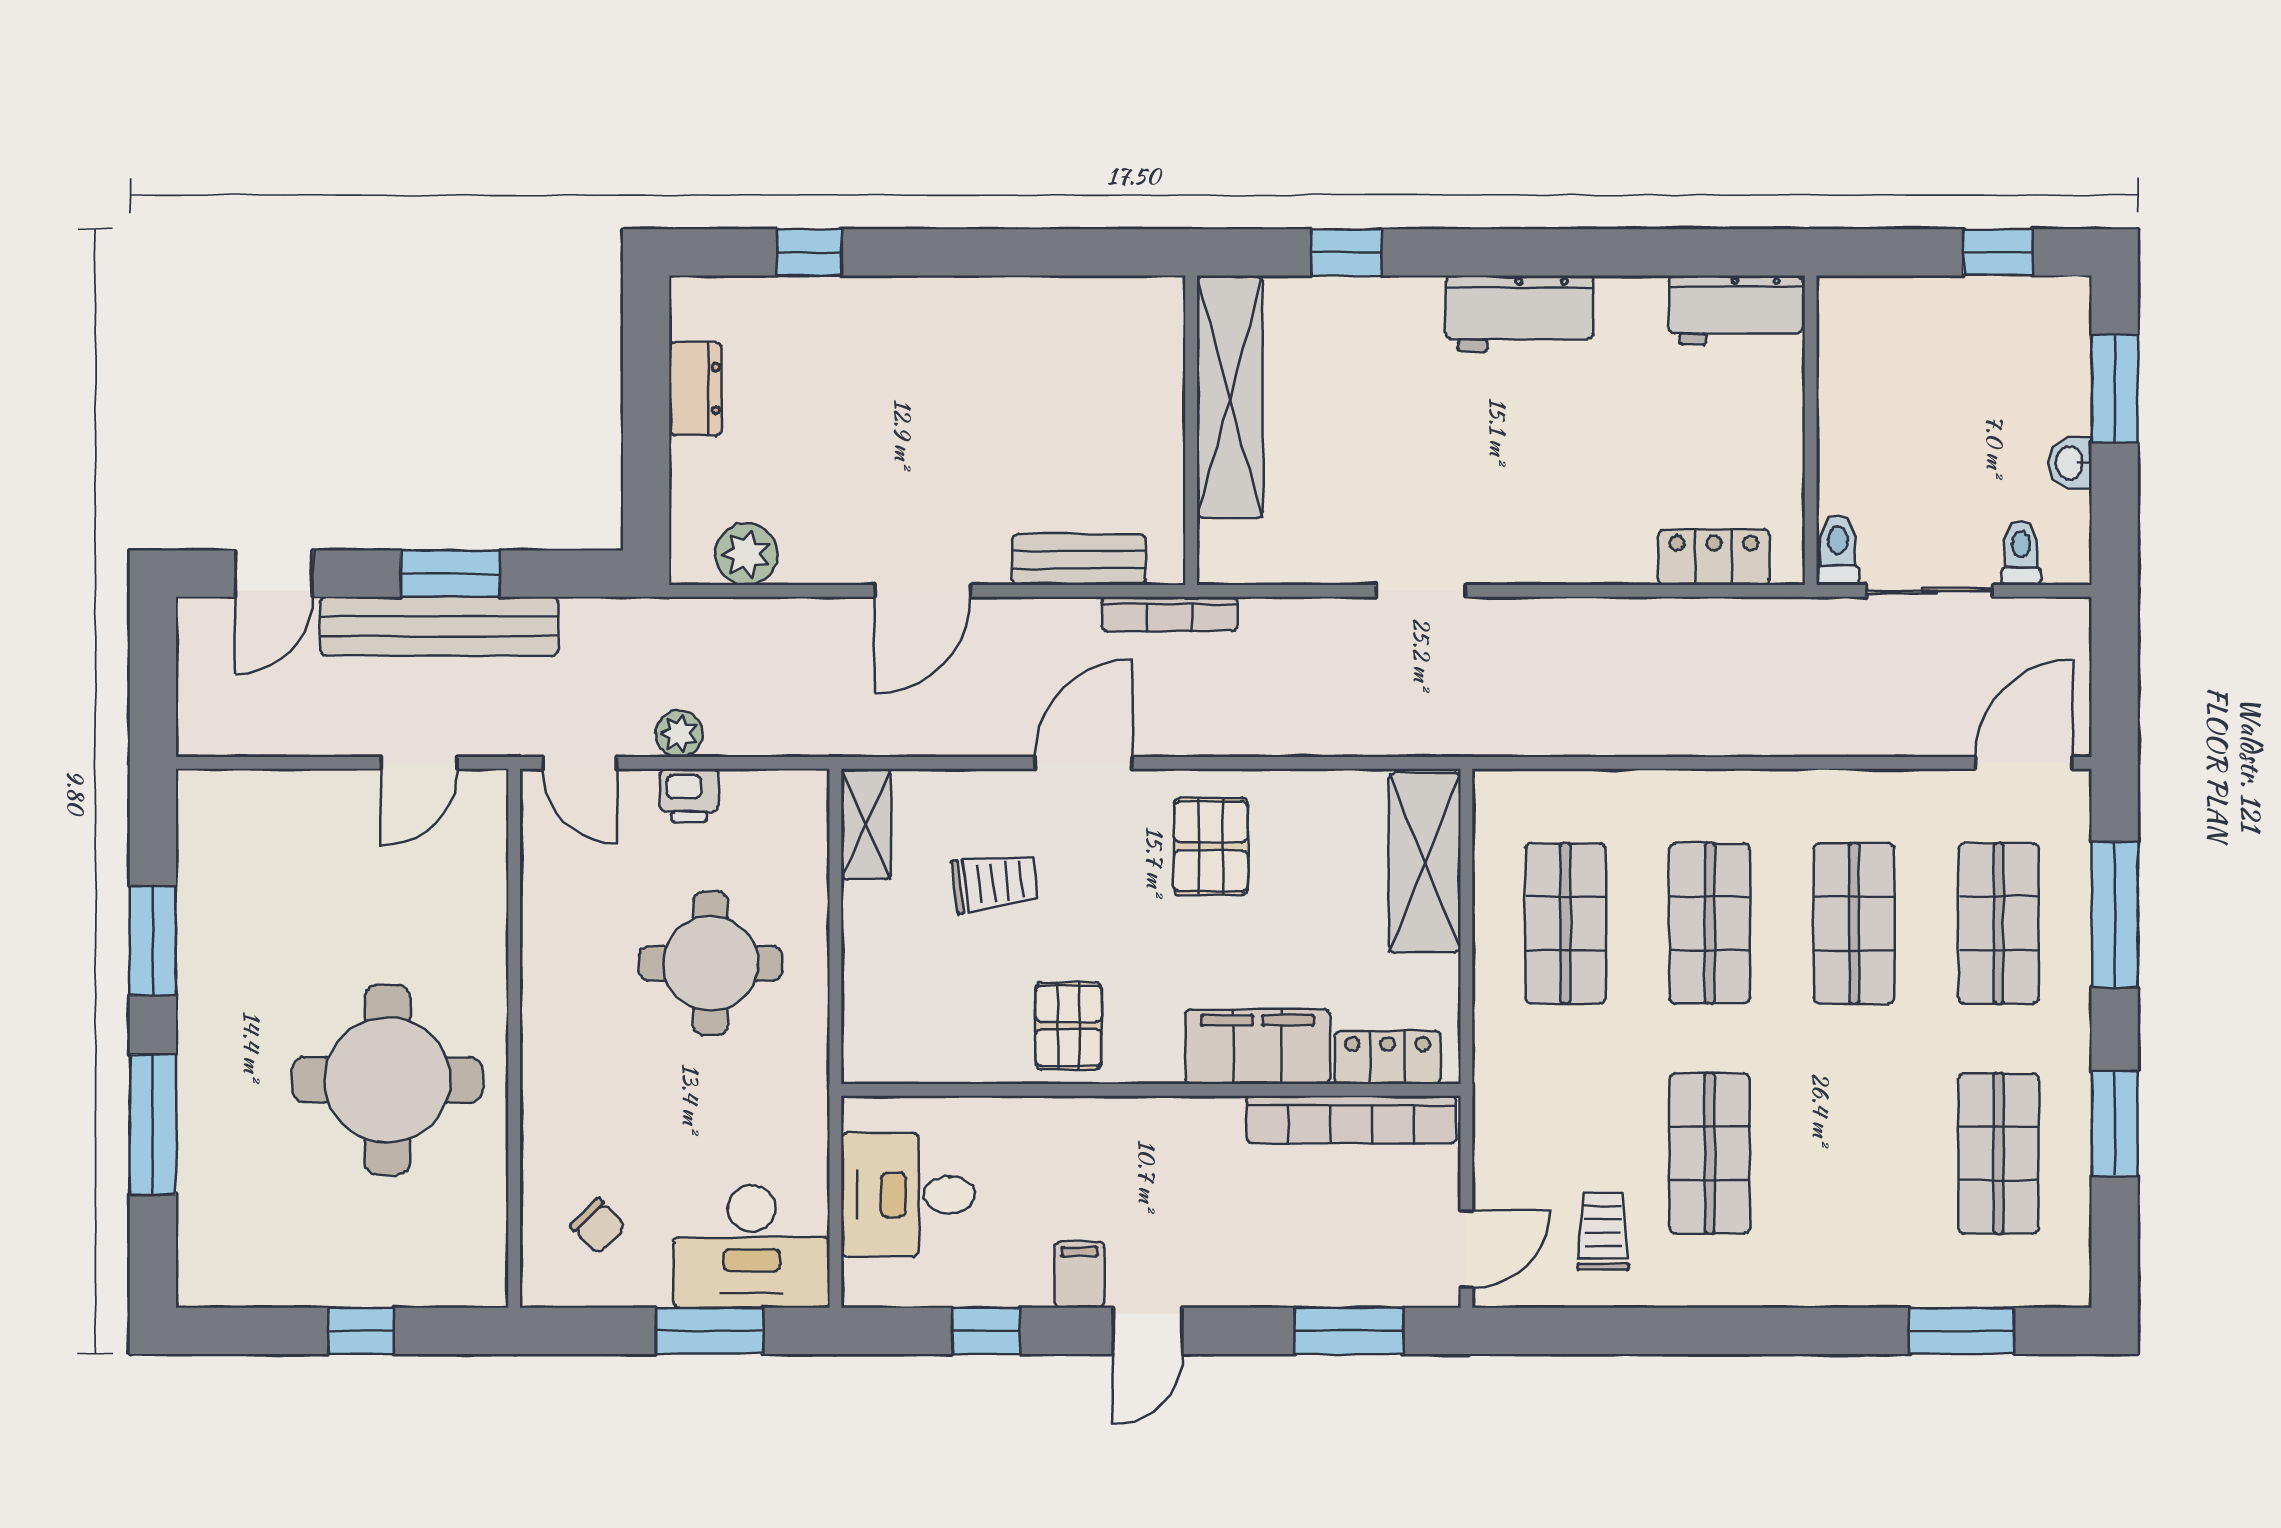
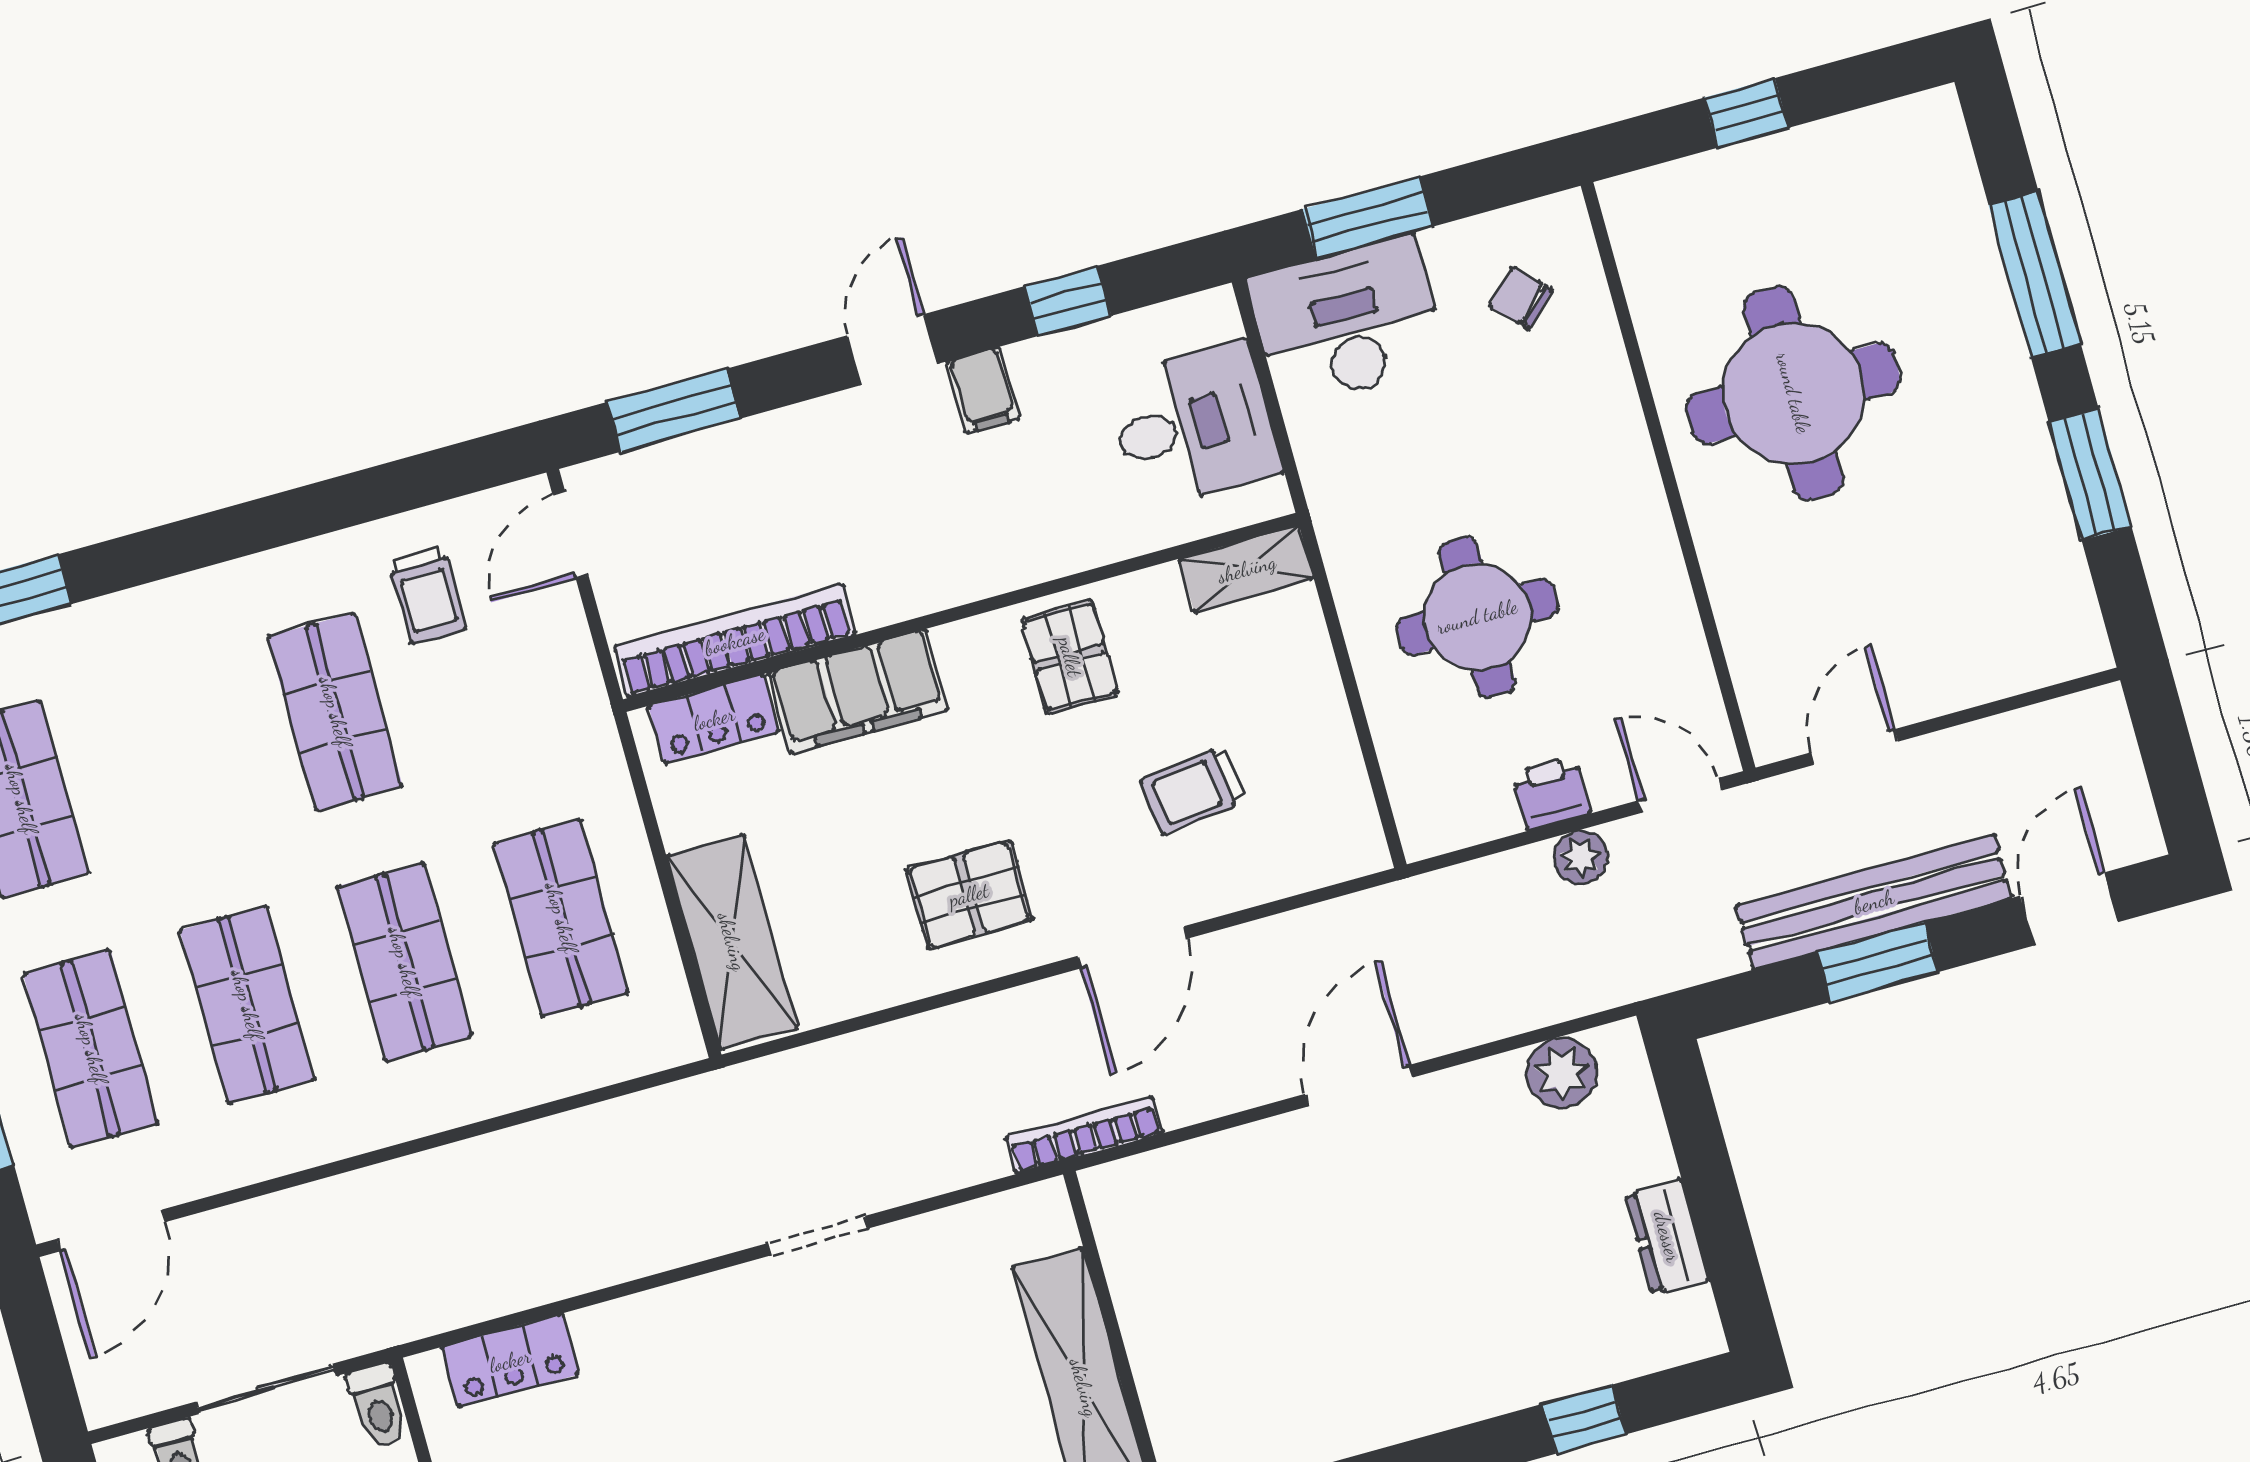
bench: (1079, 560) -> (1199, 1167), removed
shelving: (866, 824) -> (1247, 569), moved, turned 90
pallet: (1211, 846) -> (969, 895), turned 90

